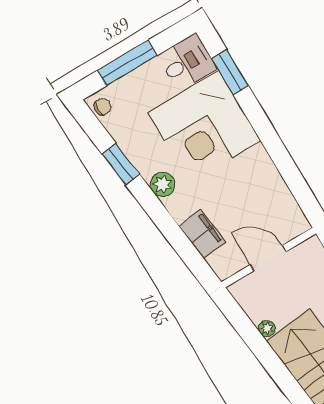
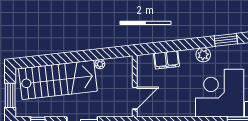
door: (268, 258) -> (135, 98), moved

